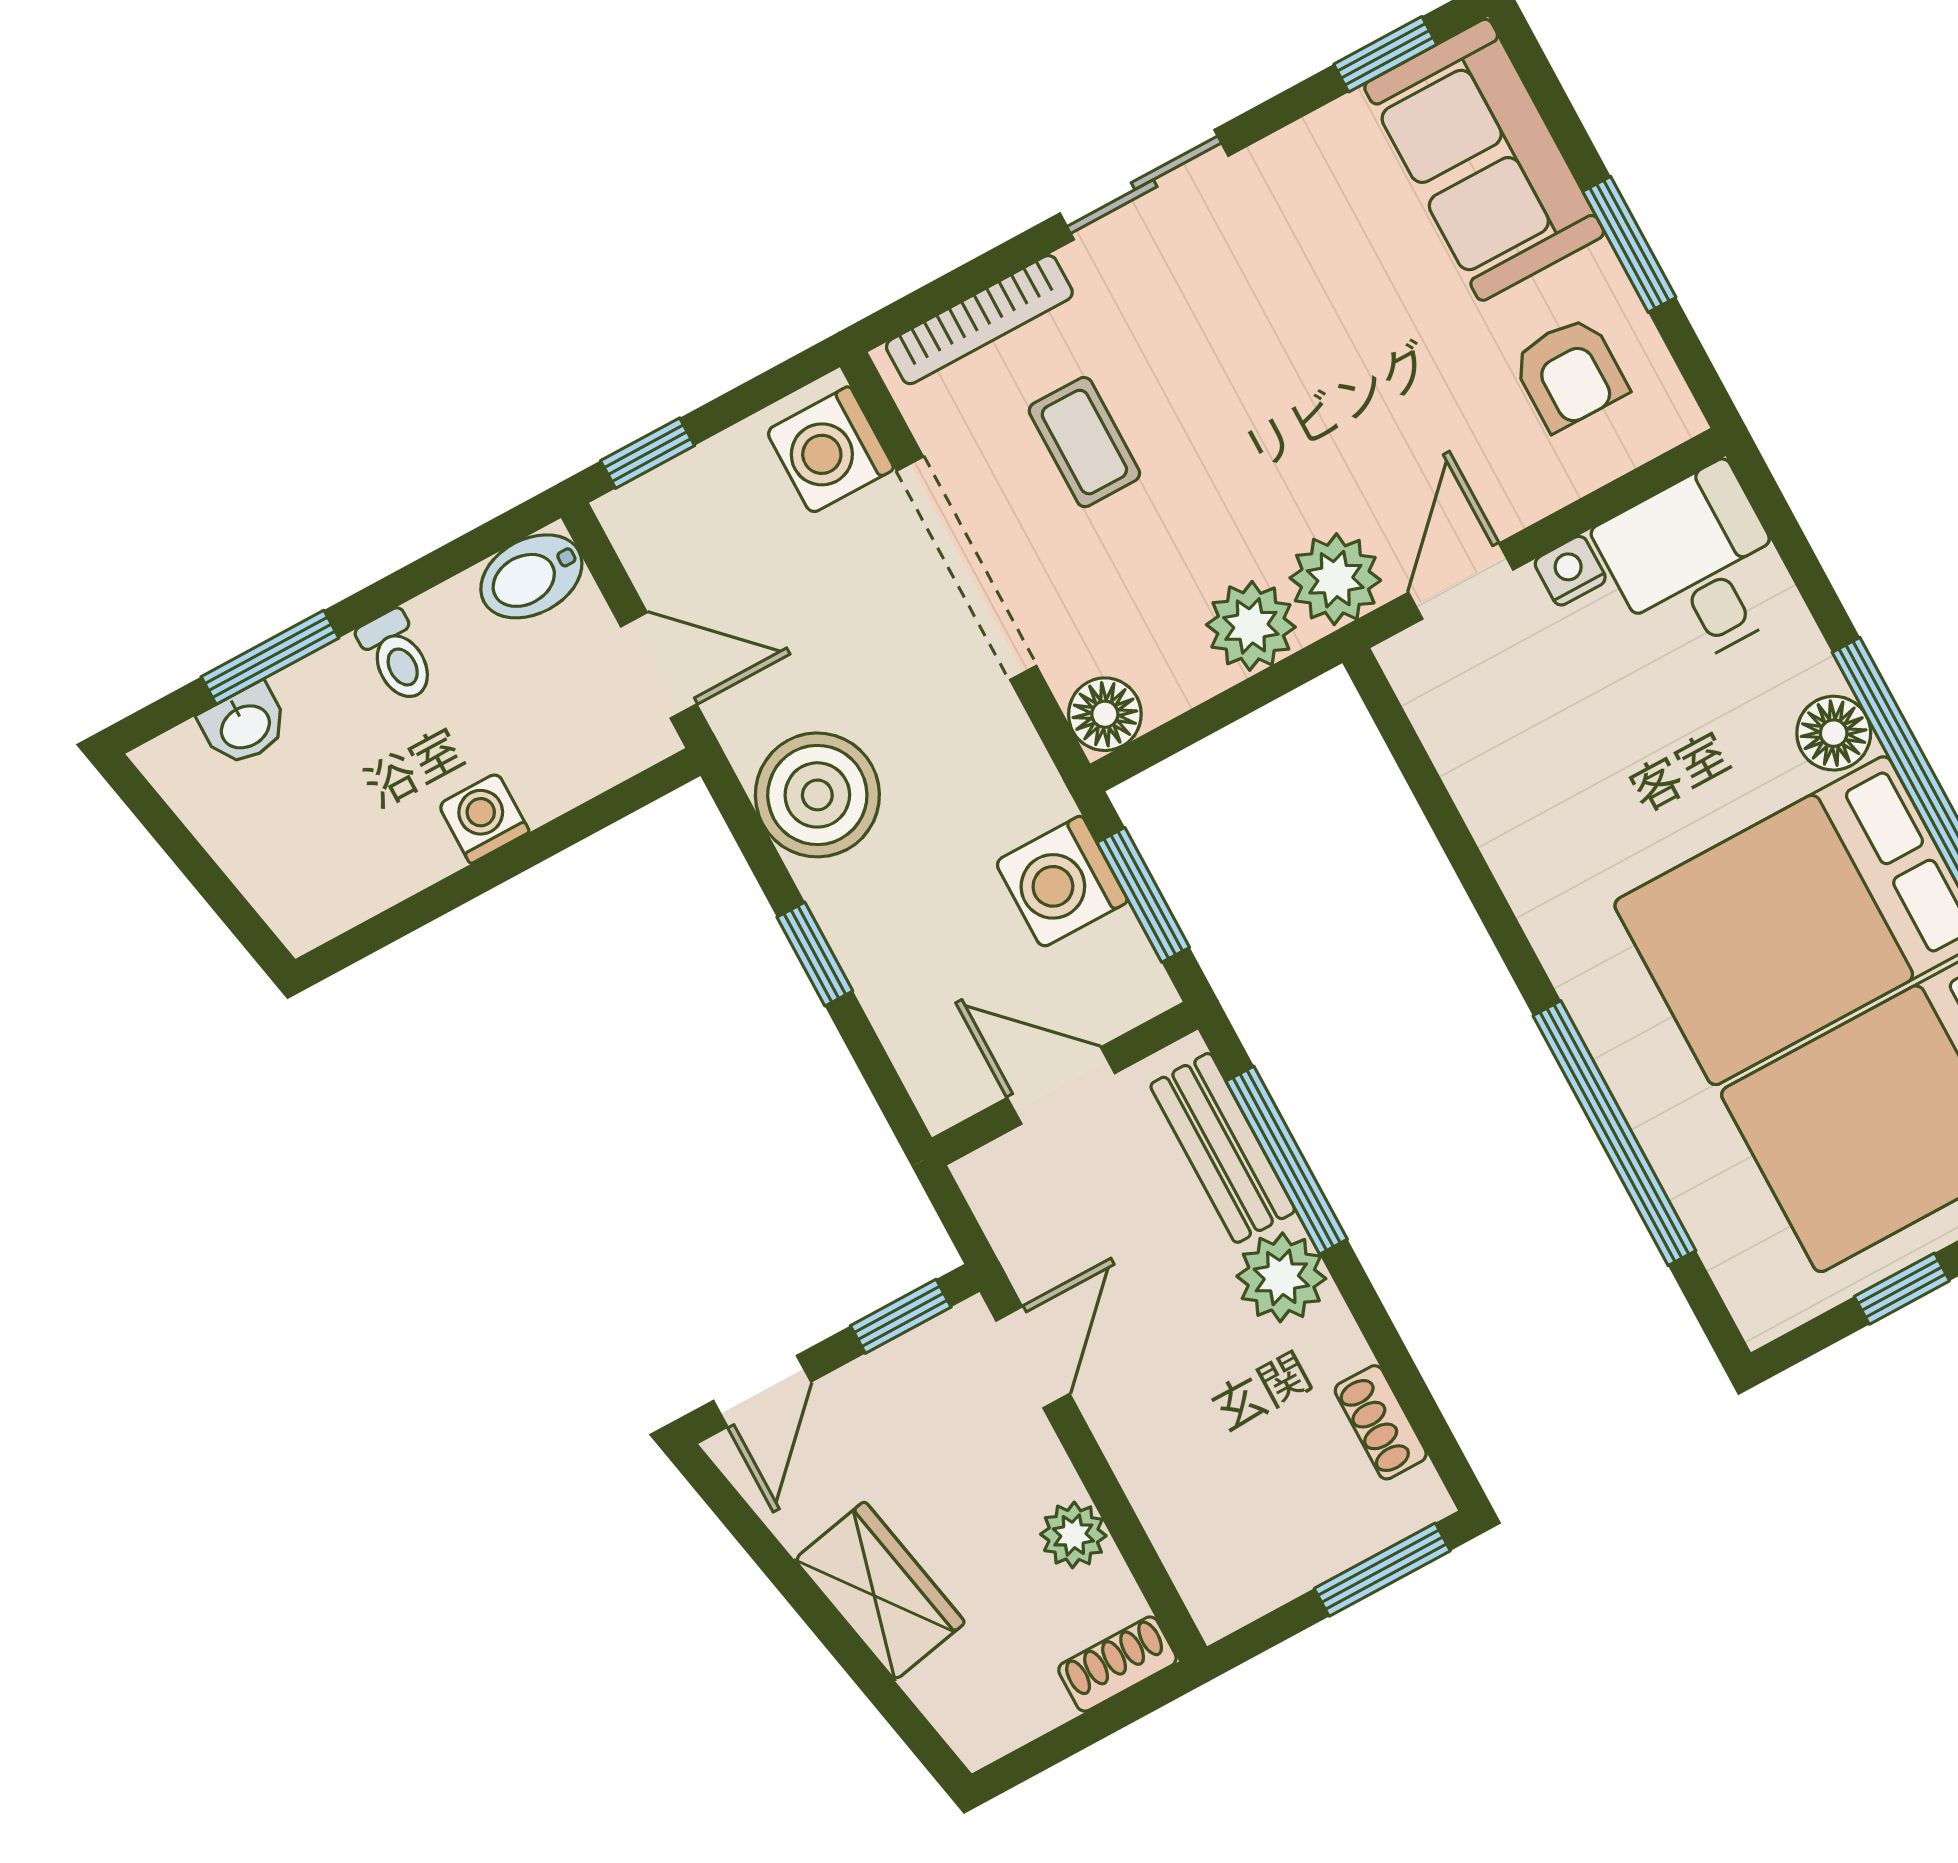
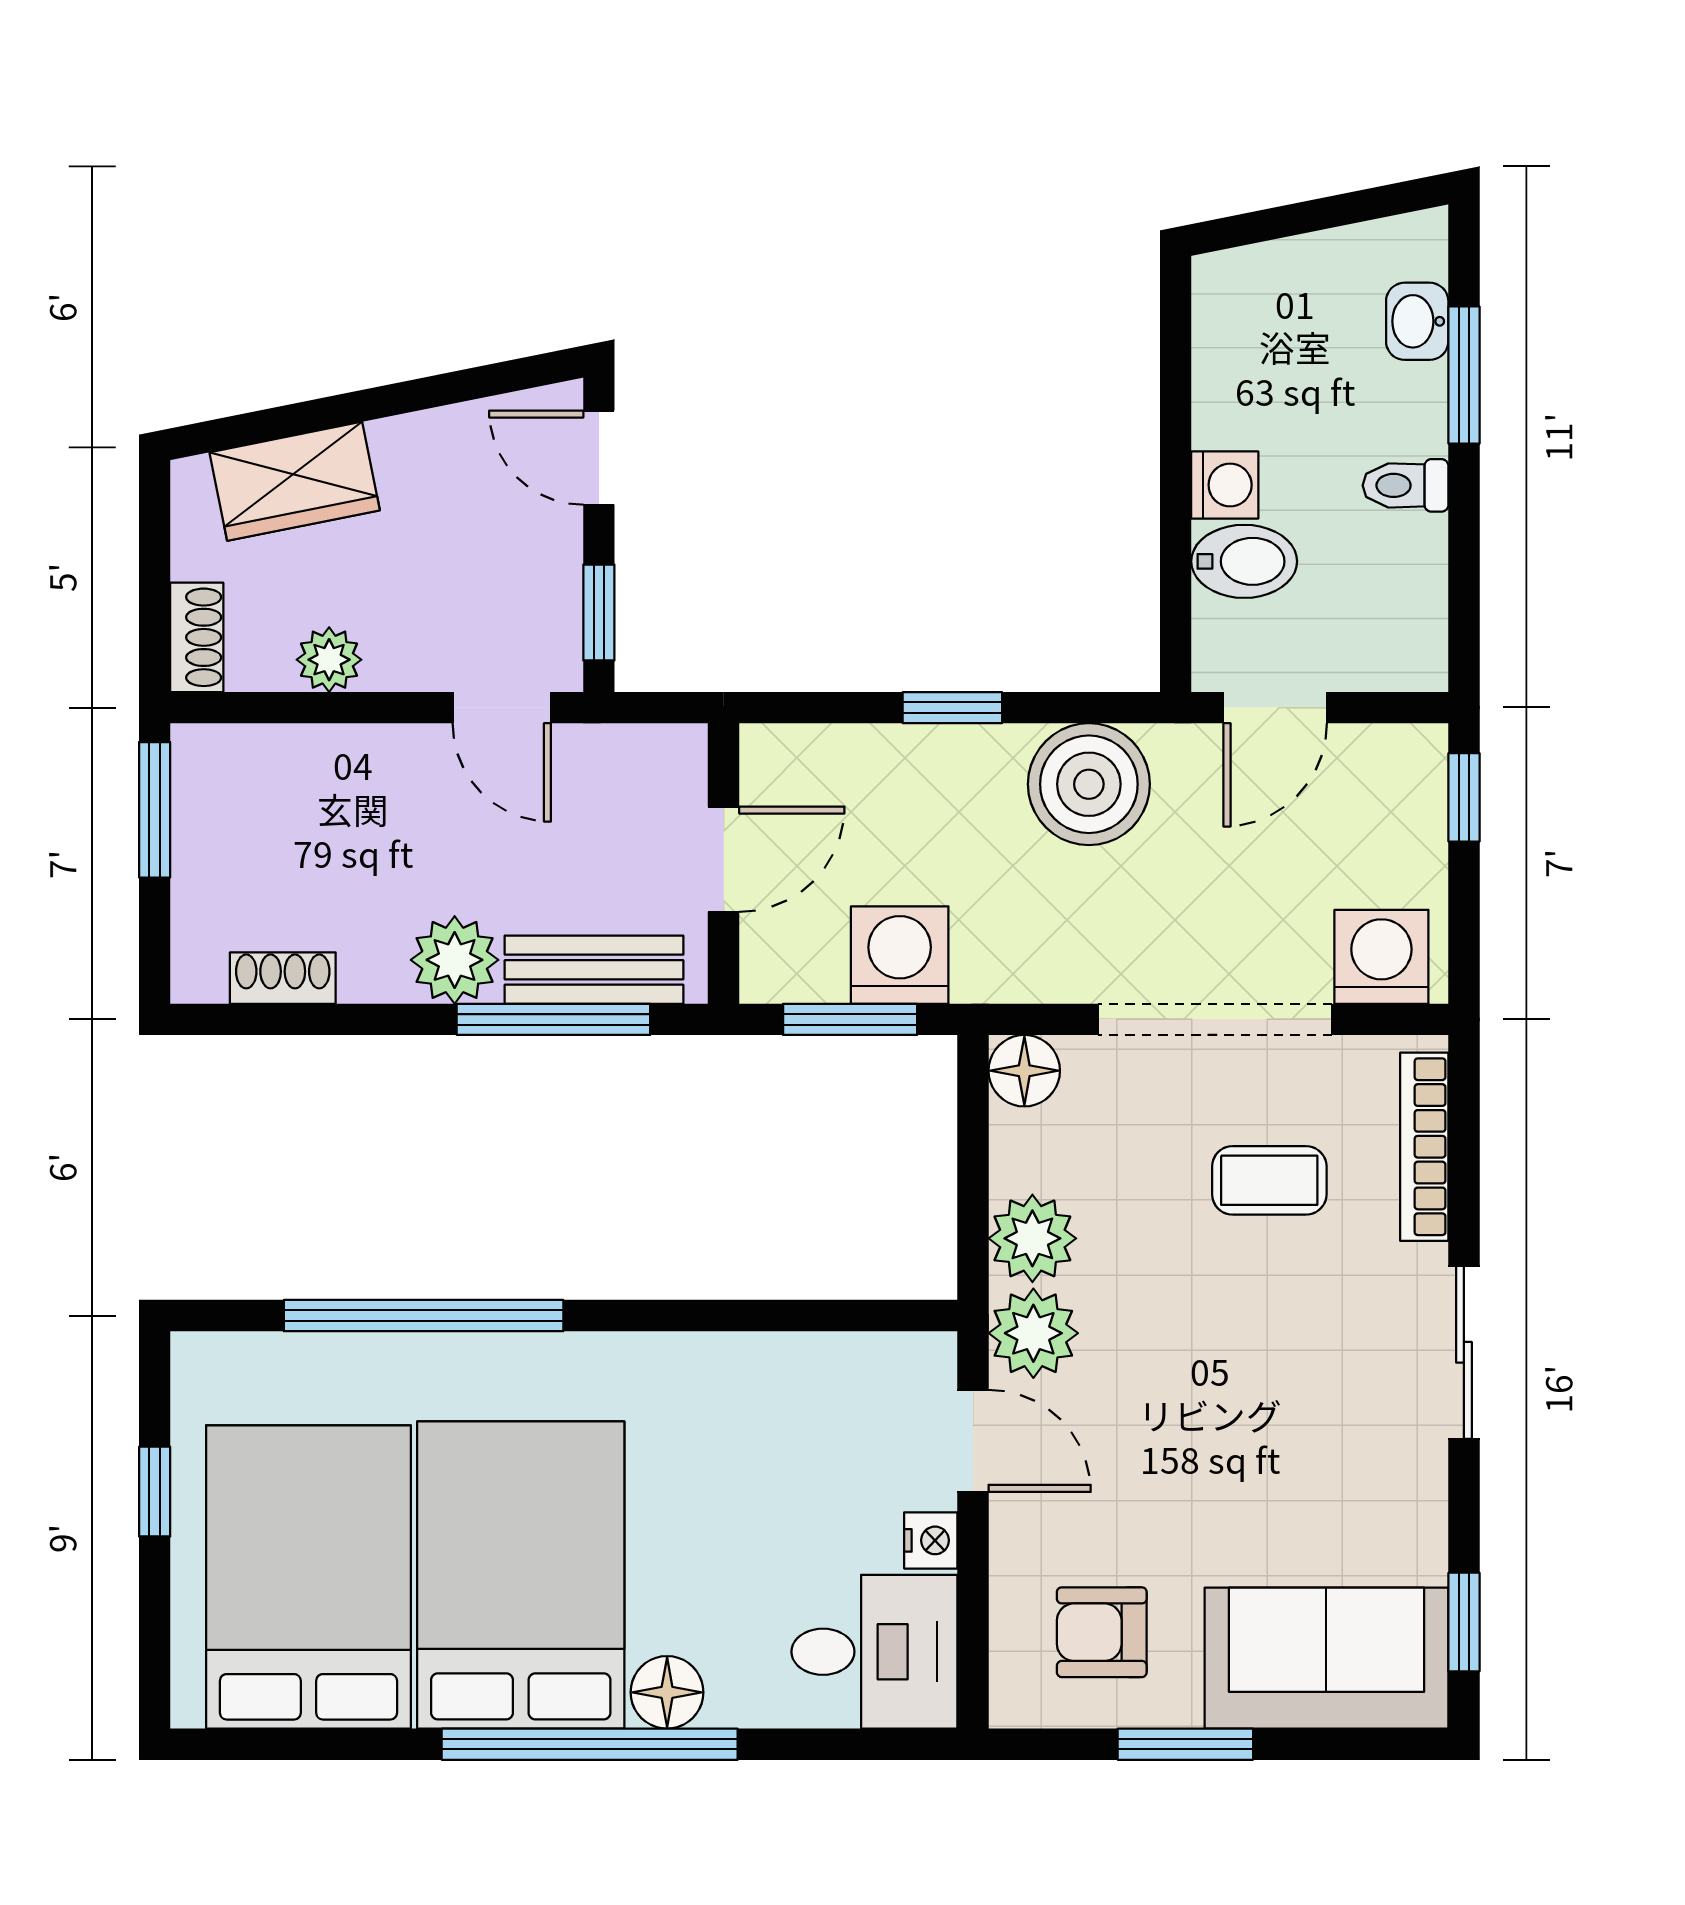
bidet: (531, 576) -> (1244, 561), moved, turned 90
window: (1382, 1570) -> (155, 810), moved
wardrobe: (880, 1591) -> (295, 481), moved

